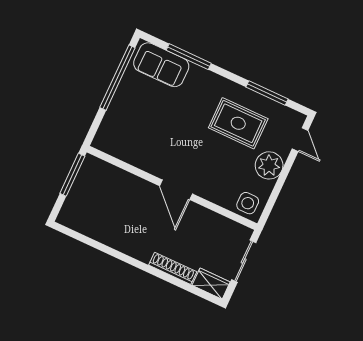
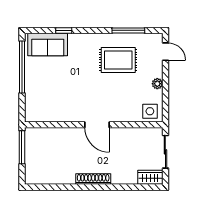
window: (189, 57) -> (64, 30), width x0.46
plant: (269, 165) -> (157, 84), width x0.53, depth x0.53
shoe rack: (173, 268) -> (93, 179), moved

